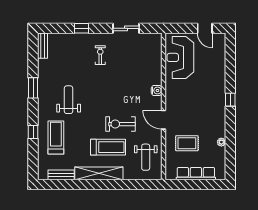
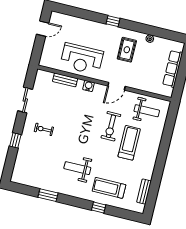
bench: (42, 46) -> (65, 80), moved
reception desk: (180, 57) -> (82, 59), moved
window: (33, 88) -> (48, 195), moved
rug: (187, 143) -> (127, 50), moved
shelving: (99, 173) -> (151, 157), removed

